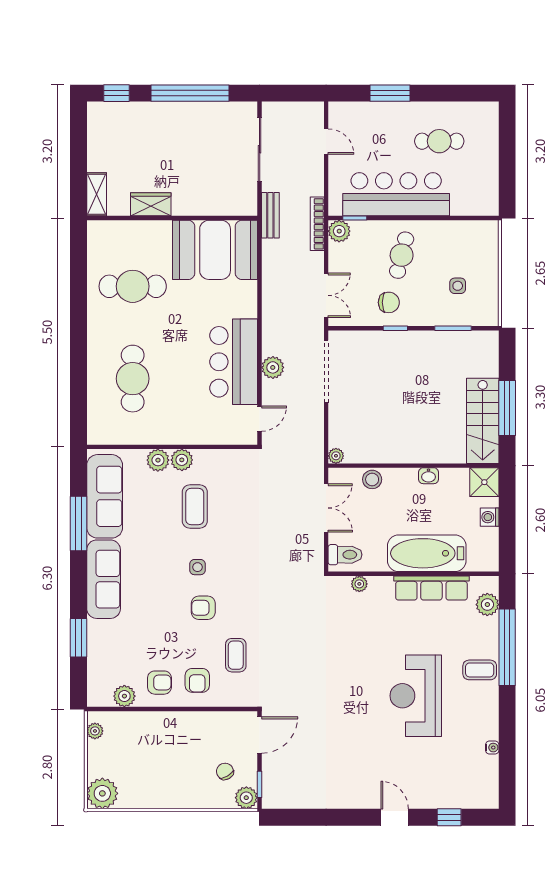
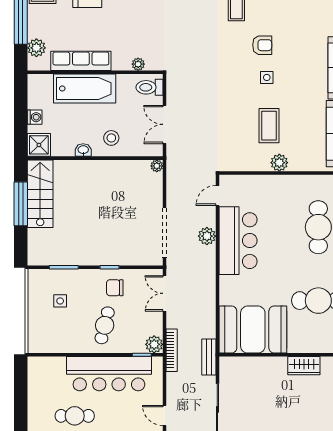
plant: (158, 460) -> (298, 162), removed
stool: (372, 479) -> (111, 138), moved

